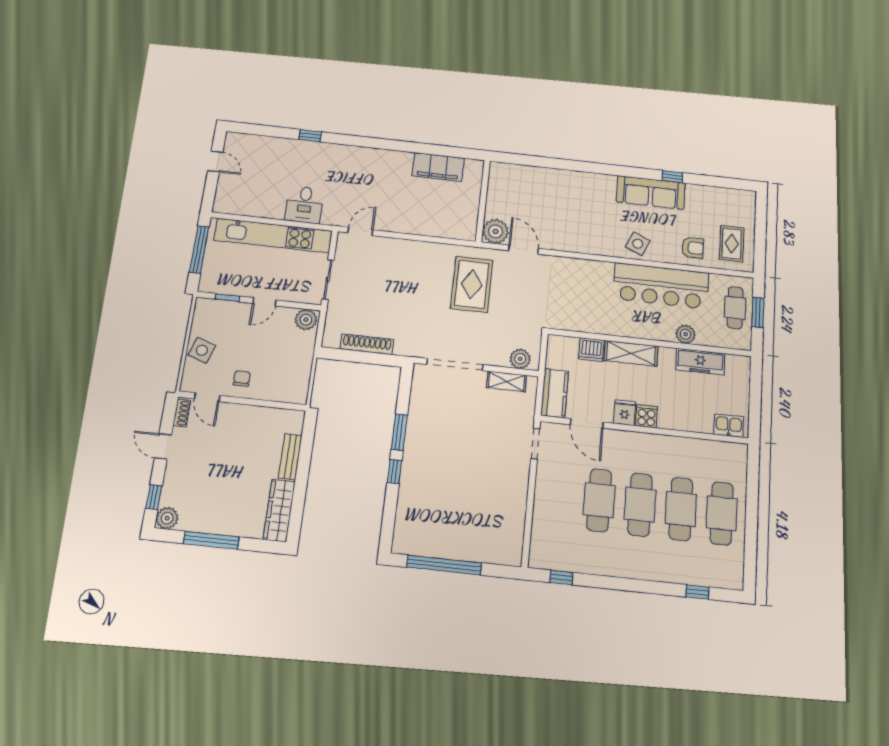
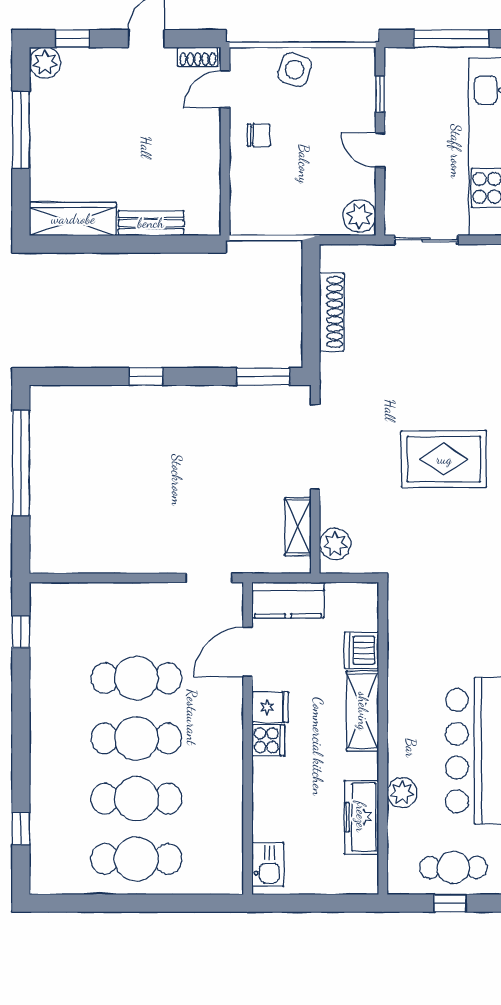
window: (758, 312) -> (450, 903), width x0.67
window: (399, 432) -> (263, 377), moved

